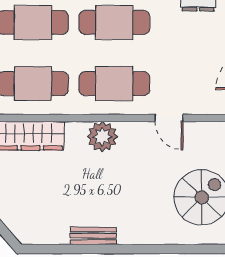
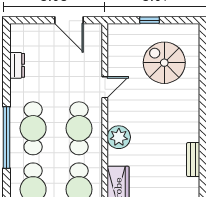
bench: (93, 236) -> (193, 160), moved

